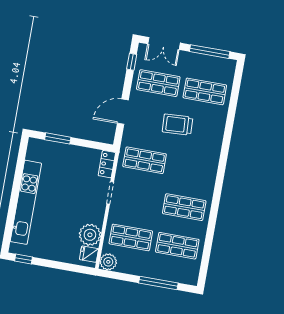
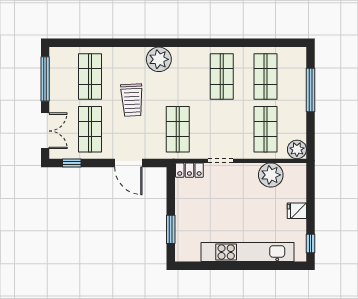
plant: (209, 155) -> (159, 59), added
fridge: (89, 254) -> (297, 211), moved, turned 90

